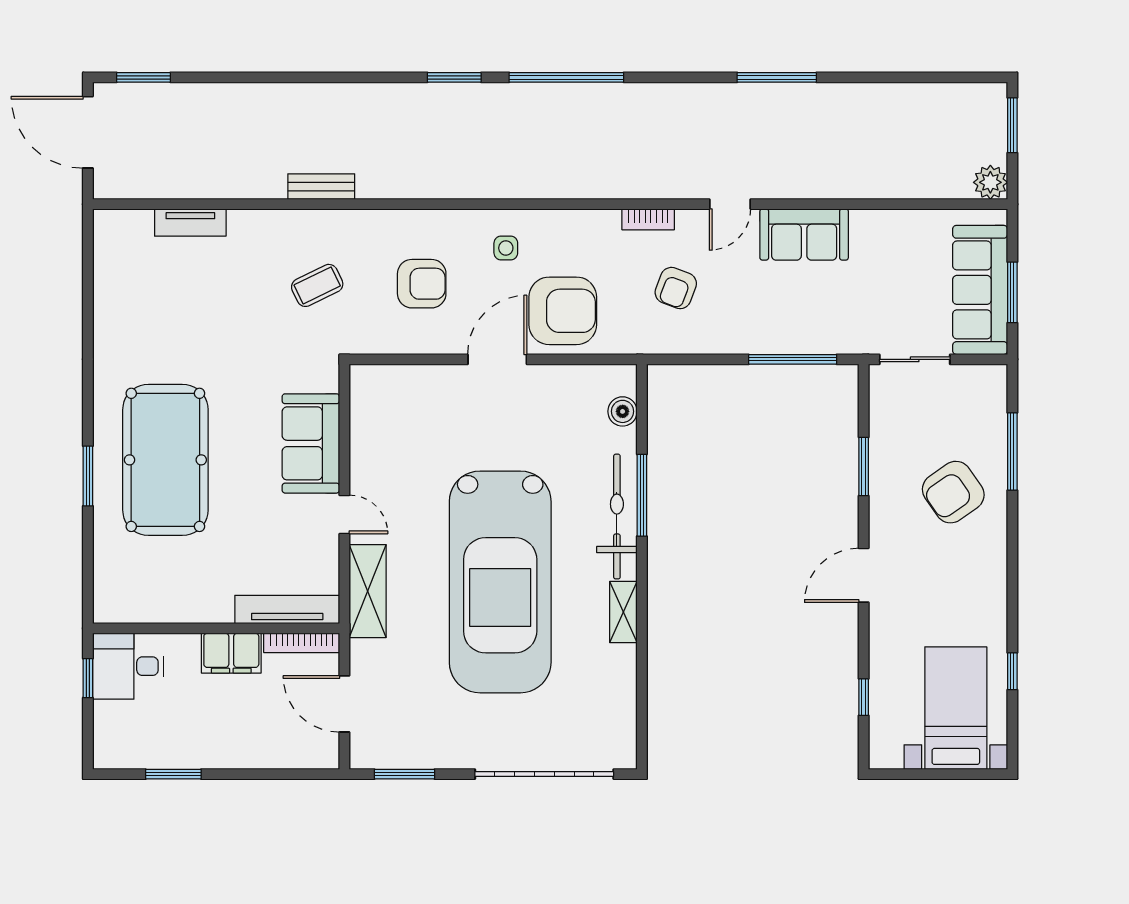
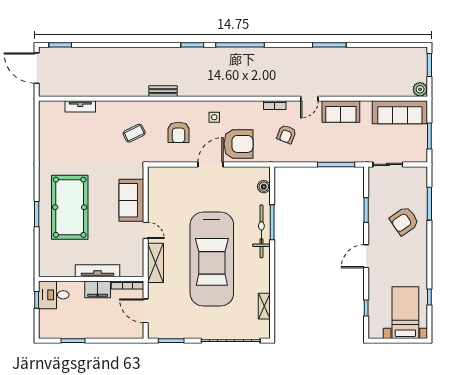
bench: (321, 187) -> (163, 91), moved
armchair: (422, 284) -> (179, 132), turned 90
sofa: (980, 290) -> (400, 112), moved, turned -90
tv unit: (287, 609) -> (98, 271), moved
shelving: (623, 612) -> (264, 306), moved

